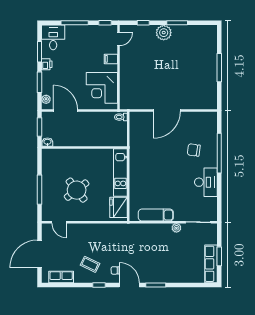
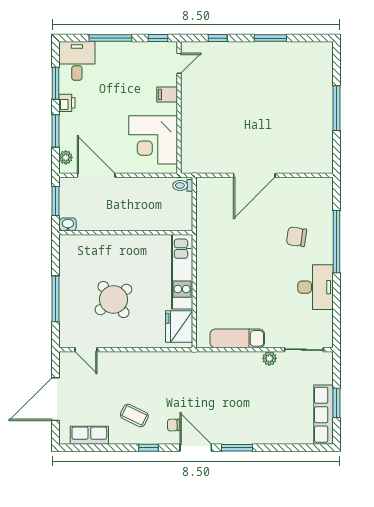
plant: (164, 33) -> (250, 53), removed

